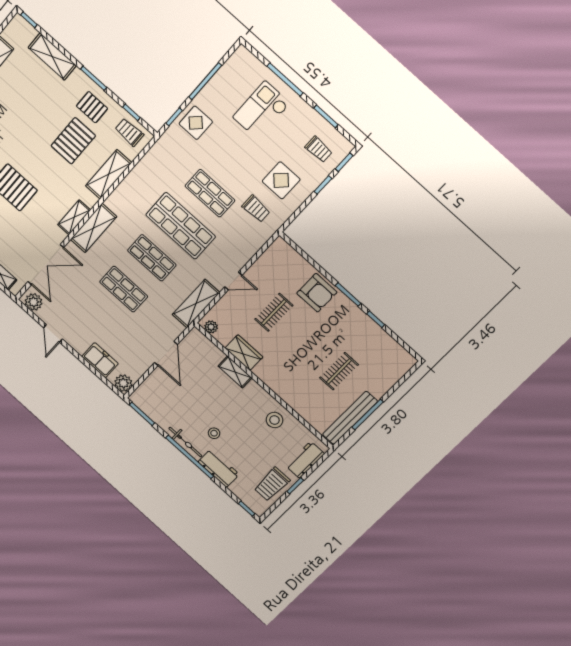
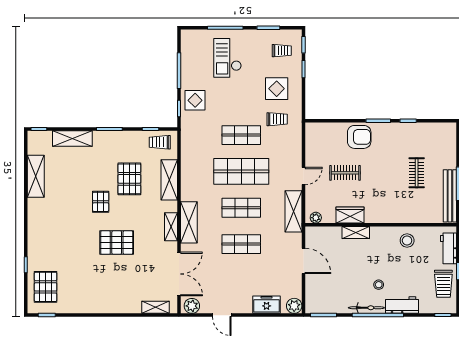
pallet: (92, 107) -> (101, 202), moved, turned 90
clothes rail: (274, 312) -> (345, 173), turned 90

